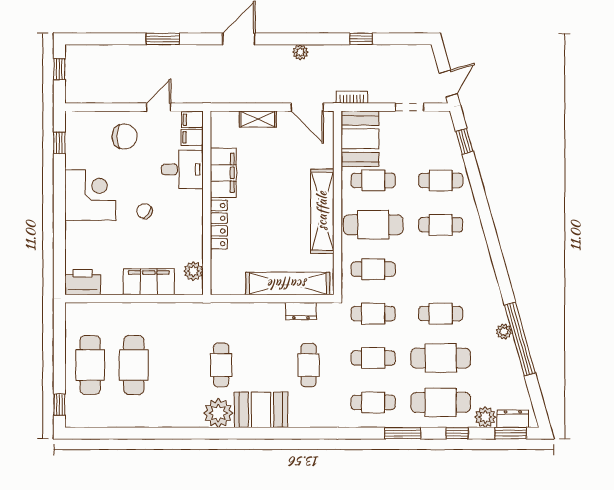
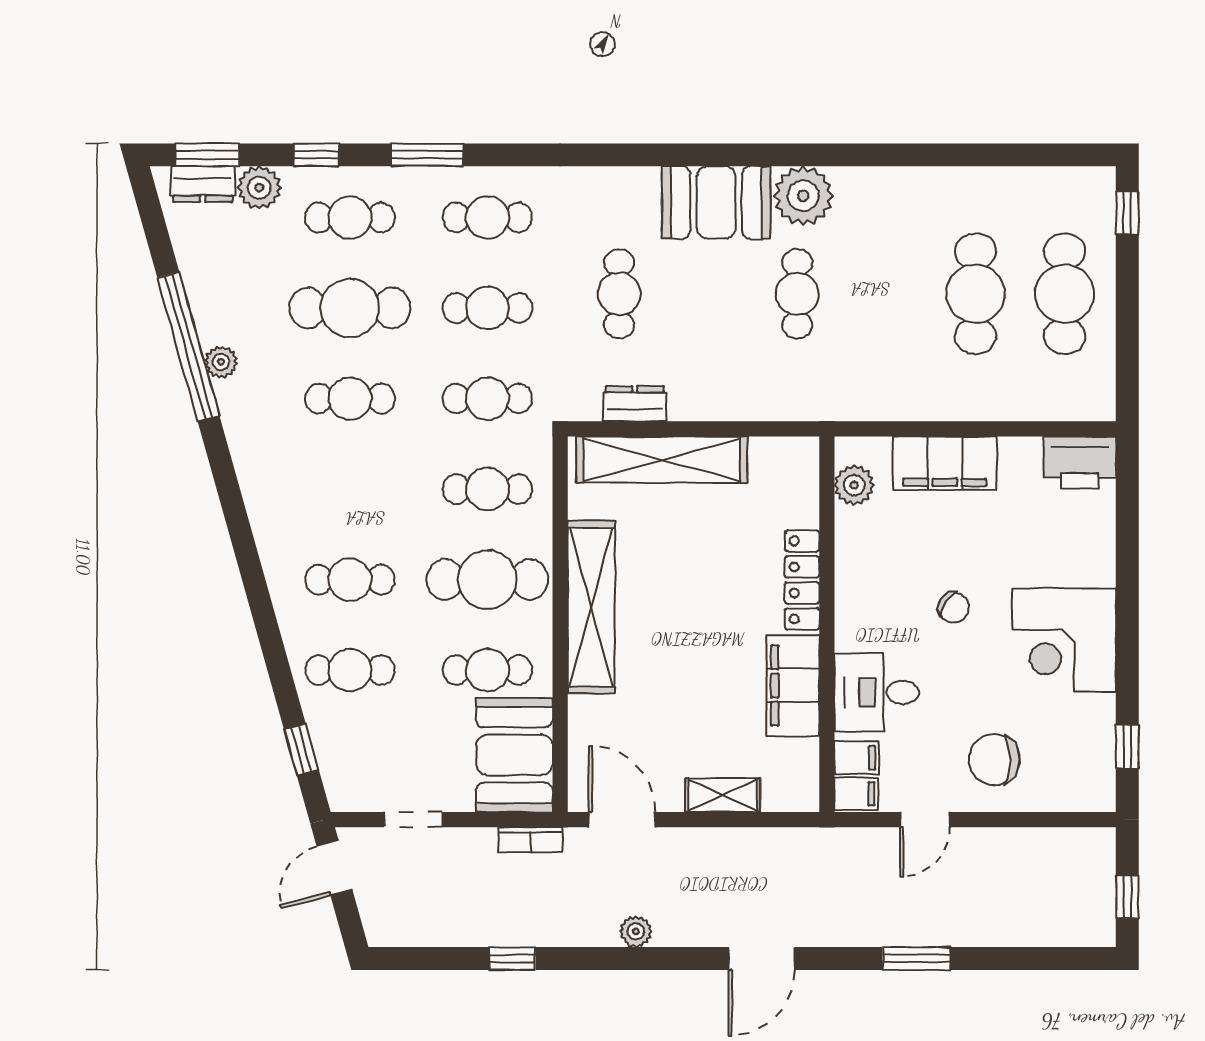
cafe table: (441, 402) -> (350, 217), width x0.73, depth x0.74

